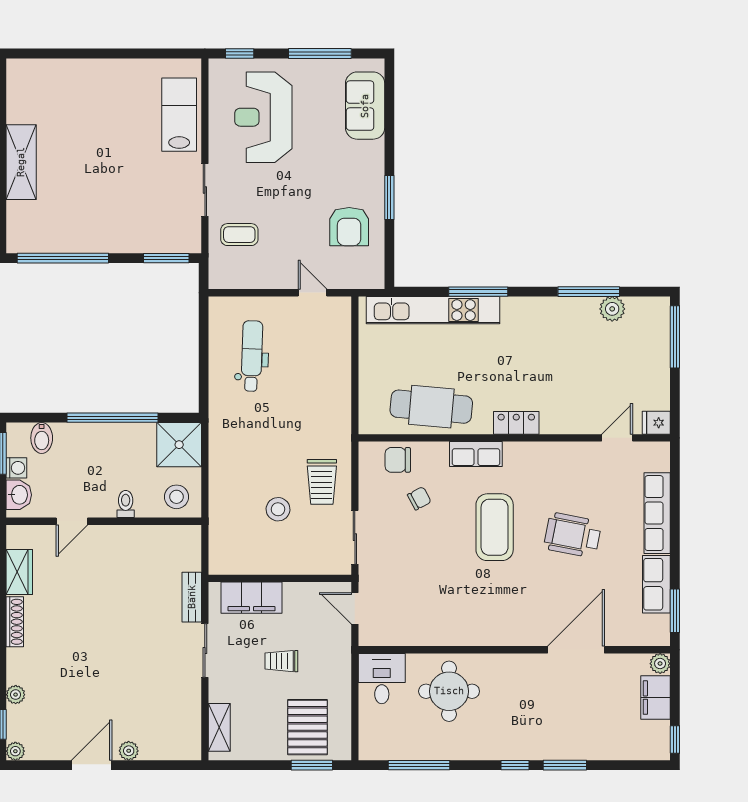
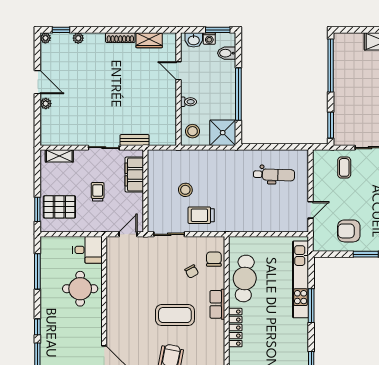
locker: (516, 423) -> (235, 328), width x1.53

